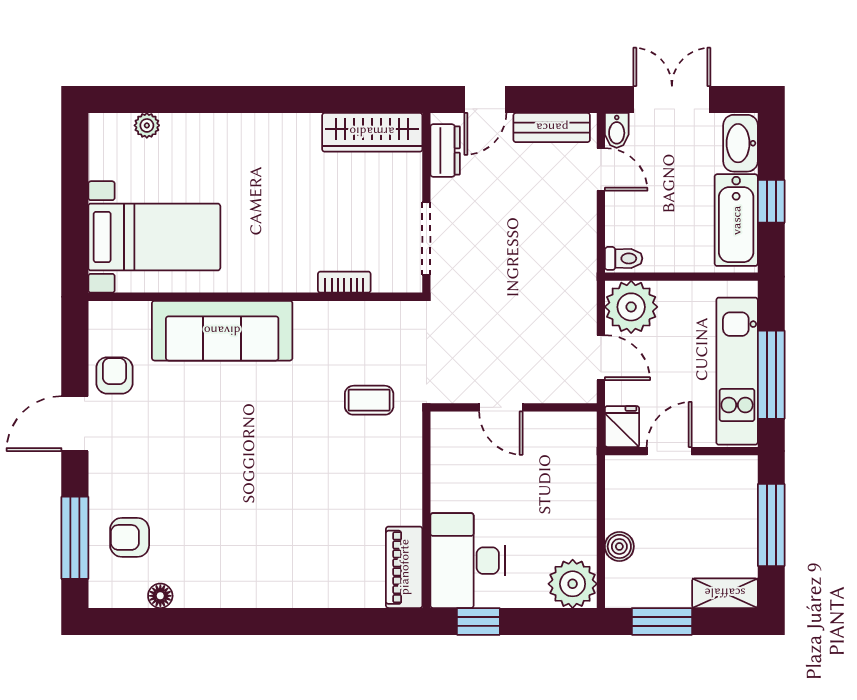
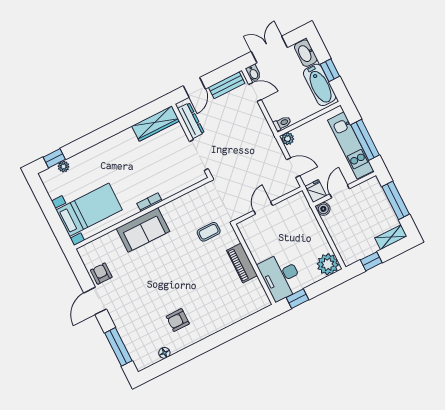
window: (137, 100) -> (54, 158), added
dresser: (445, 150) -> (191, 121), width x1.44
bookcase: (344, 282) -> (150, 202), moved
plant: (631, 307) -> (288, 139), width x0.53, depth x0.53
sofa: (222, 331) -> (143, 230), width x0.73
door: (501, 407) -> (263, 208), swing flipped
armchair: (130, 537) -> (178, 320), moved
boiler: (619, 546) -> (323, 209), moved
piano: (404, 567) -> (242, 263), moved
window: (662, 621) -> (371, 261), width x0.67

